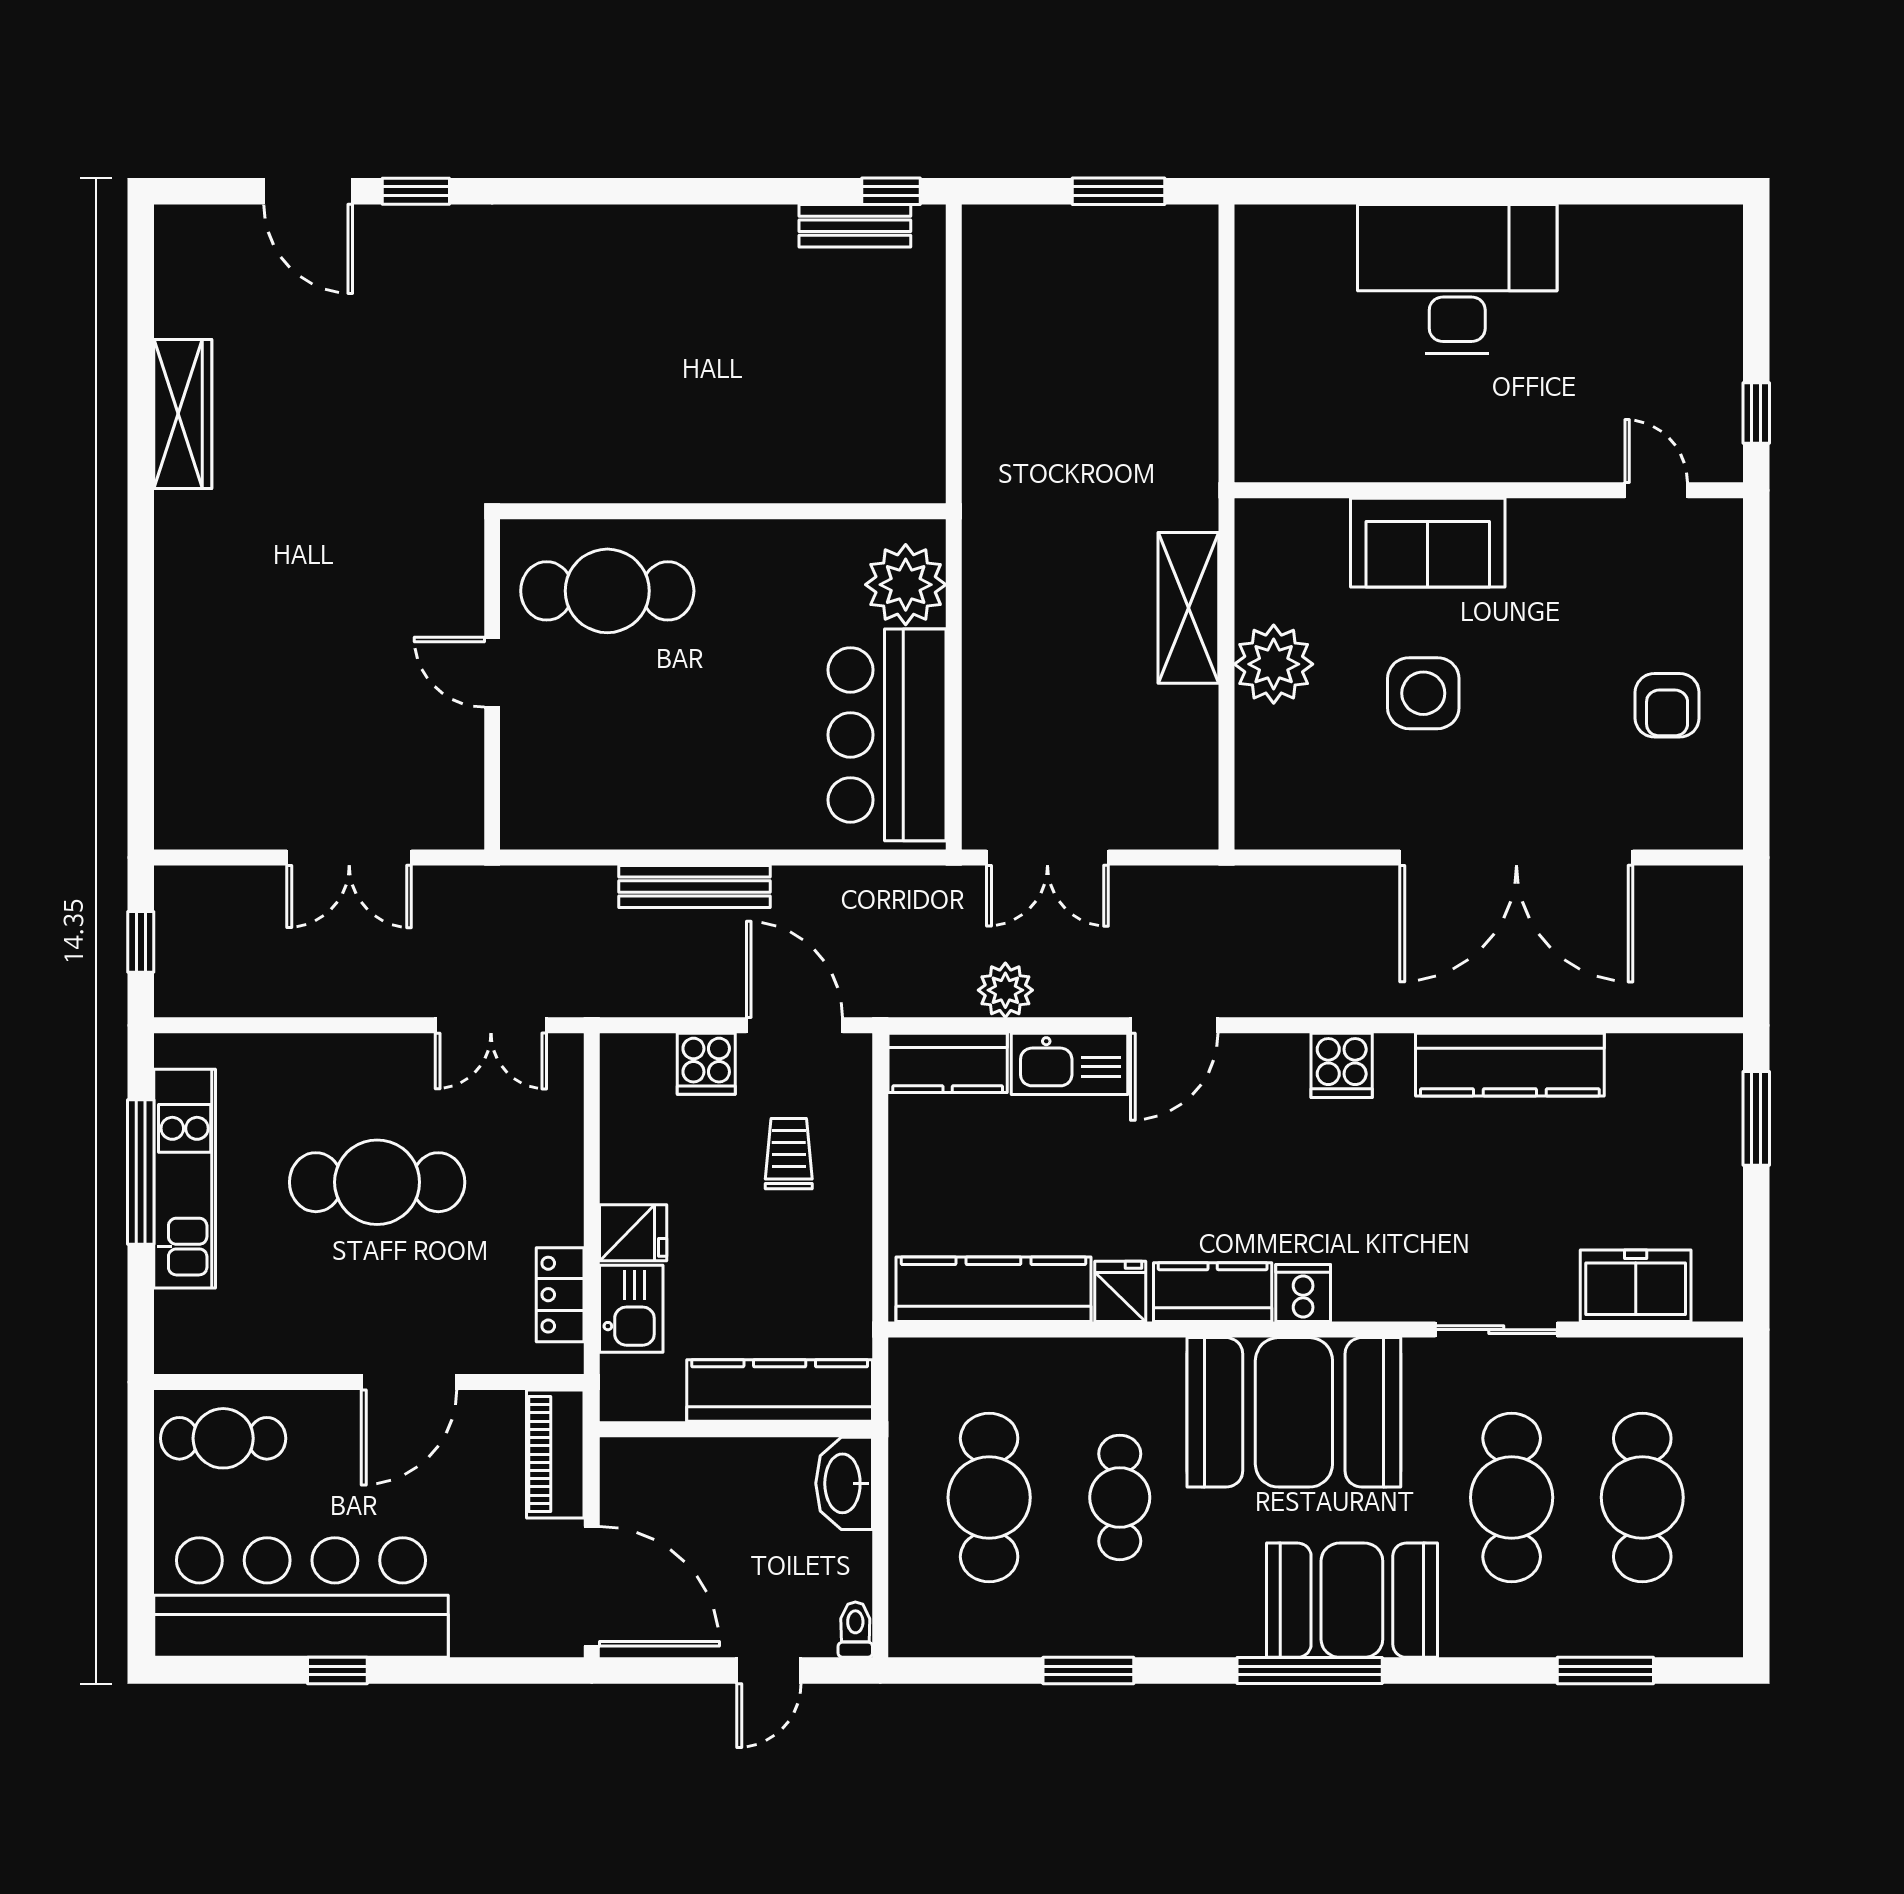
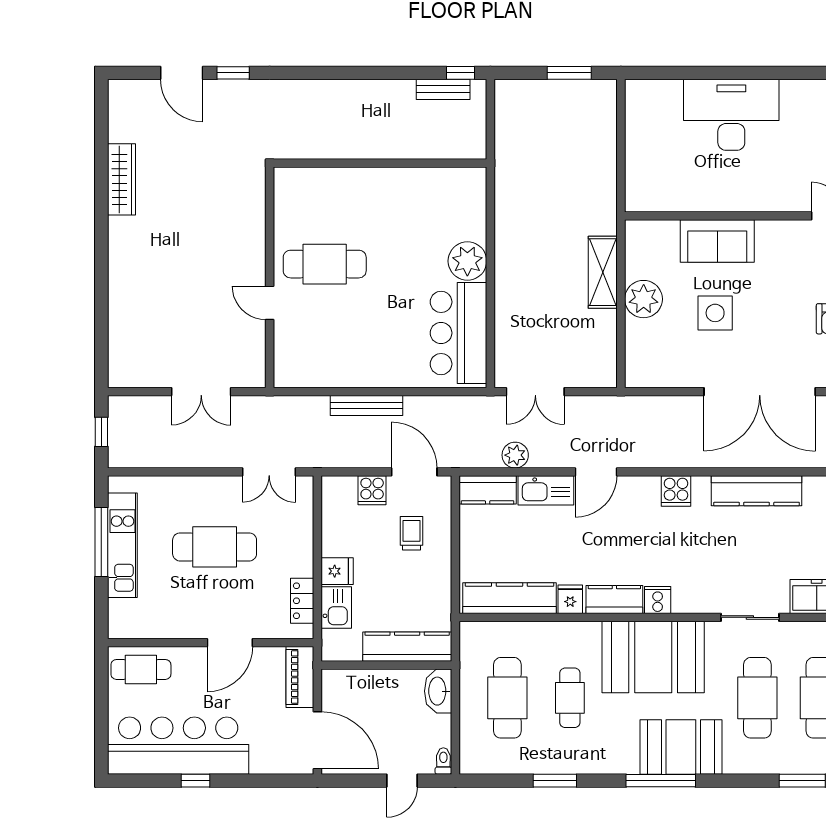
wall: (723, 511) -> (380, 163), moved

